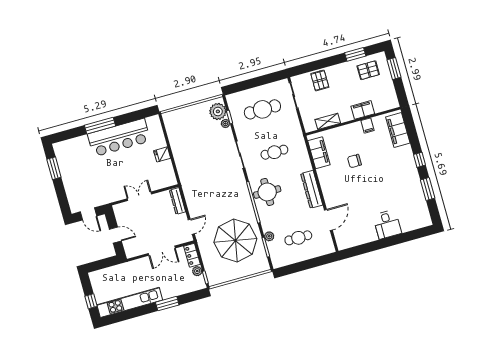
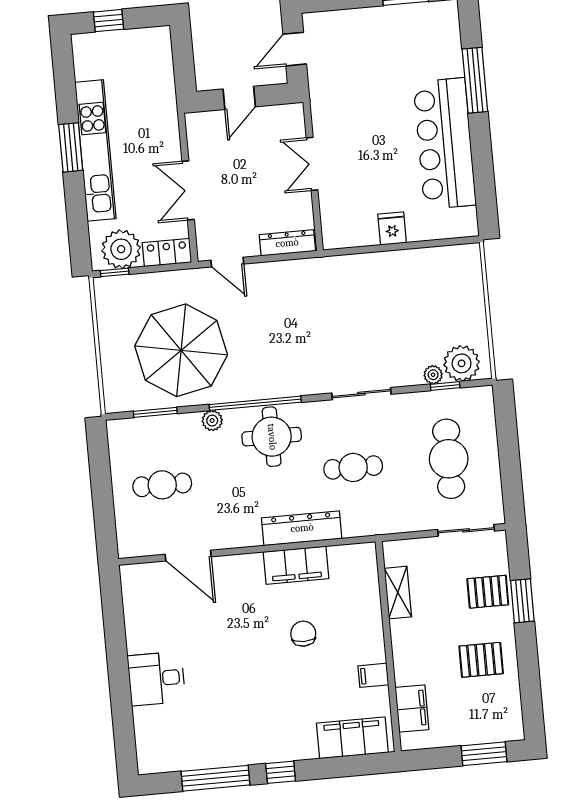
window: (355, 54) -> (522, 601), moved
pallet: (368, 70) -> (481, 660), moved, turned 90
filing cabinet: (363, 110) -> (412, 708), moved
window: (100, 126) -> (475, 80), moved
cafe table: (274, 152) -> (353, 467), turned 90
filing cabinet: (319, 153) -> (296, 565), moved
dresser: (312, 189) -> (302, 528), moved
window: (428, 189) -> (215, 778), width x1.44
double door: (139, 196) -> (312, 164), swing flipped
plant: (269, 236) -> (212, 421), moved
cafe table: (298, 238) -> (162, 485), turned 90
plant: (197, 271) -> (121, 249), width x1.88, depth x1.88
kitchen unit: (130, 302) -> (95, 150), moved
window: (167, 304) -> (71, 147), moved

